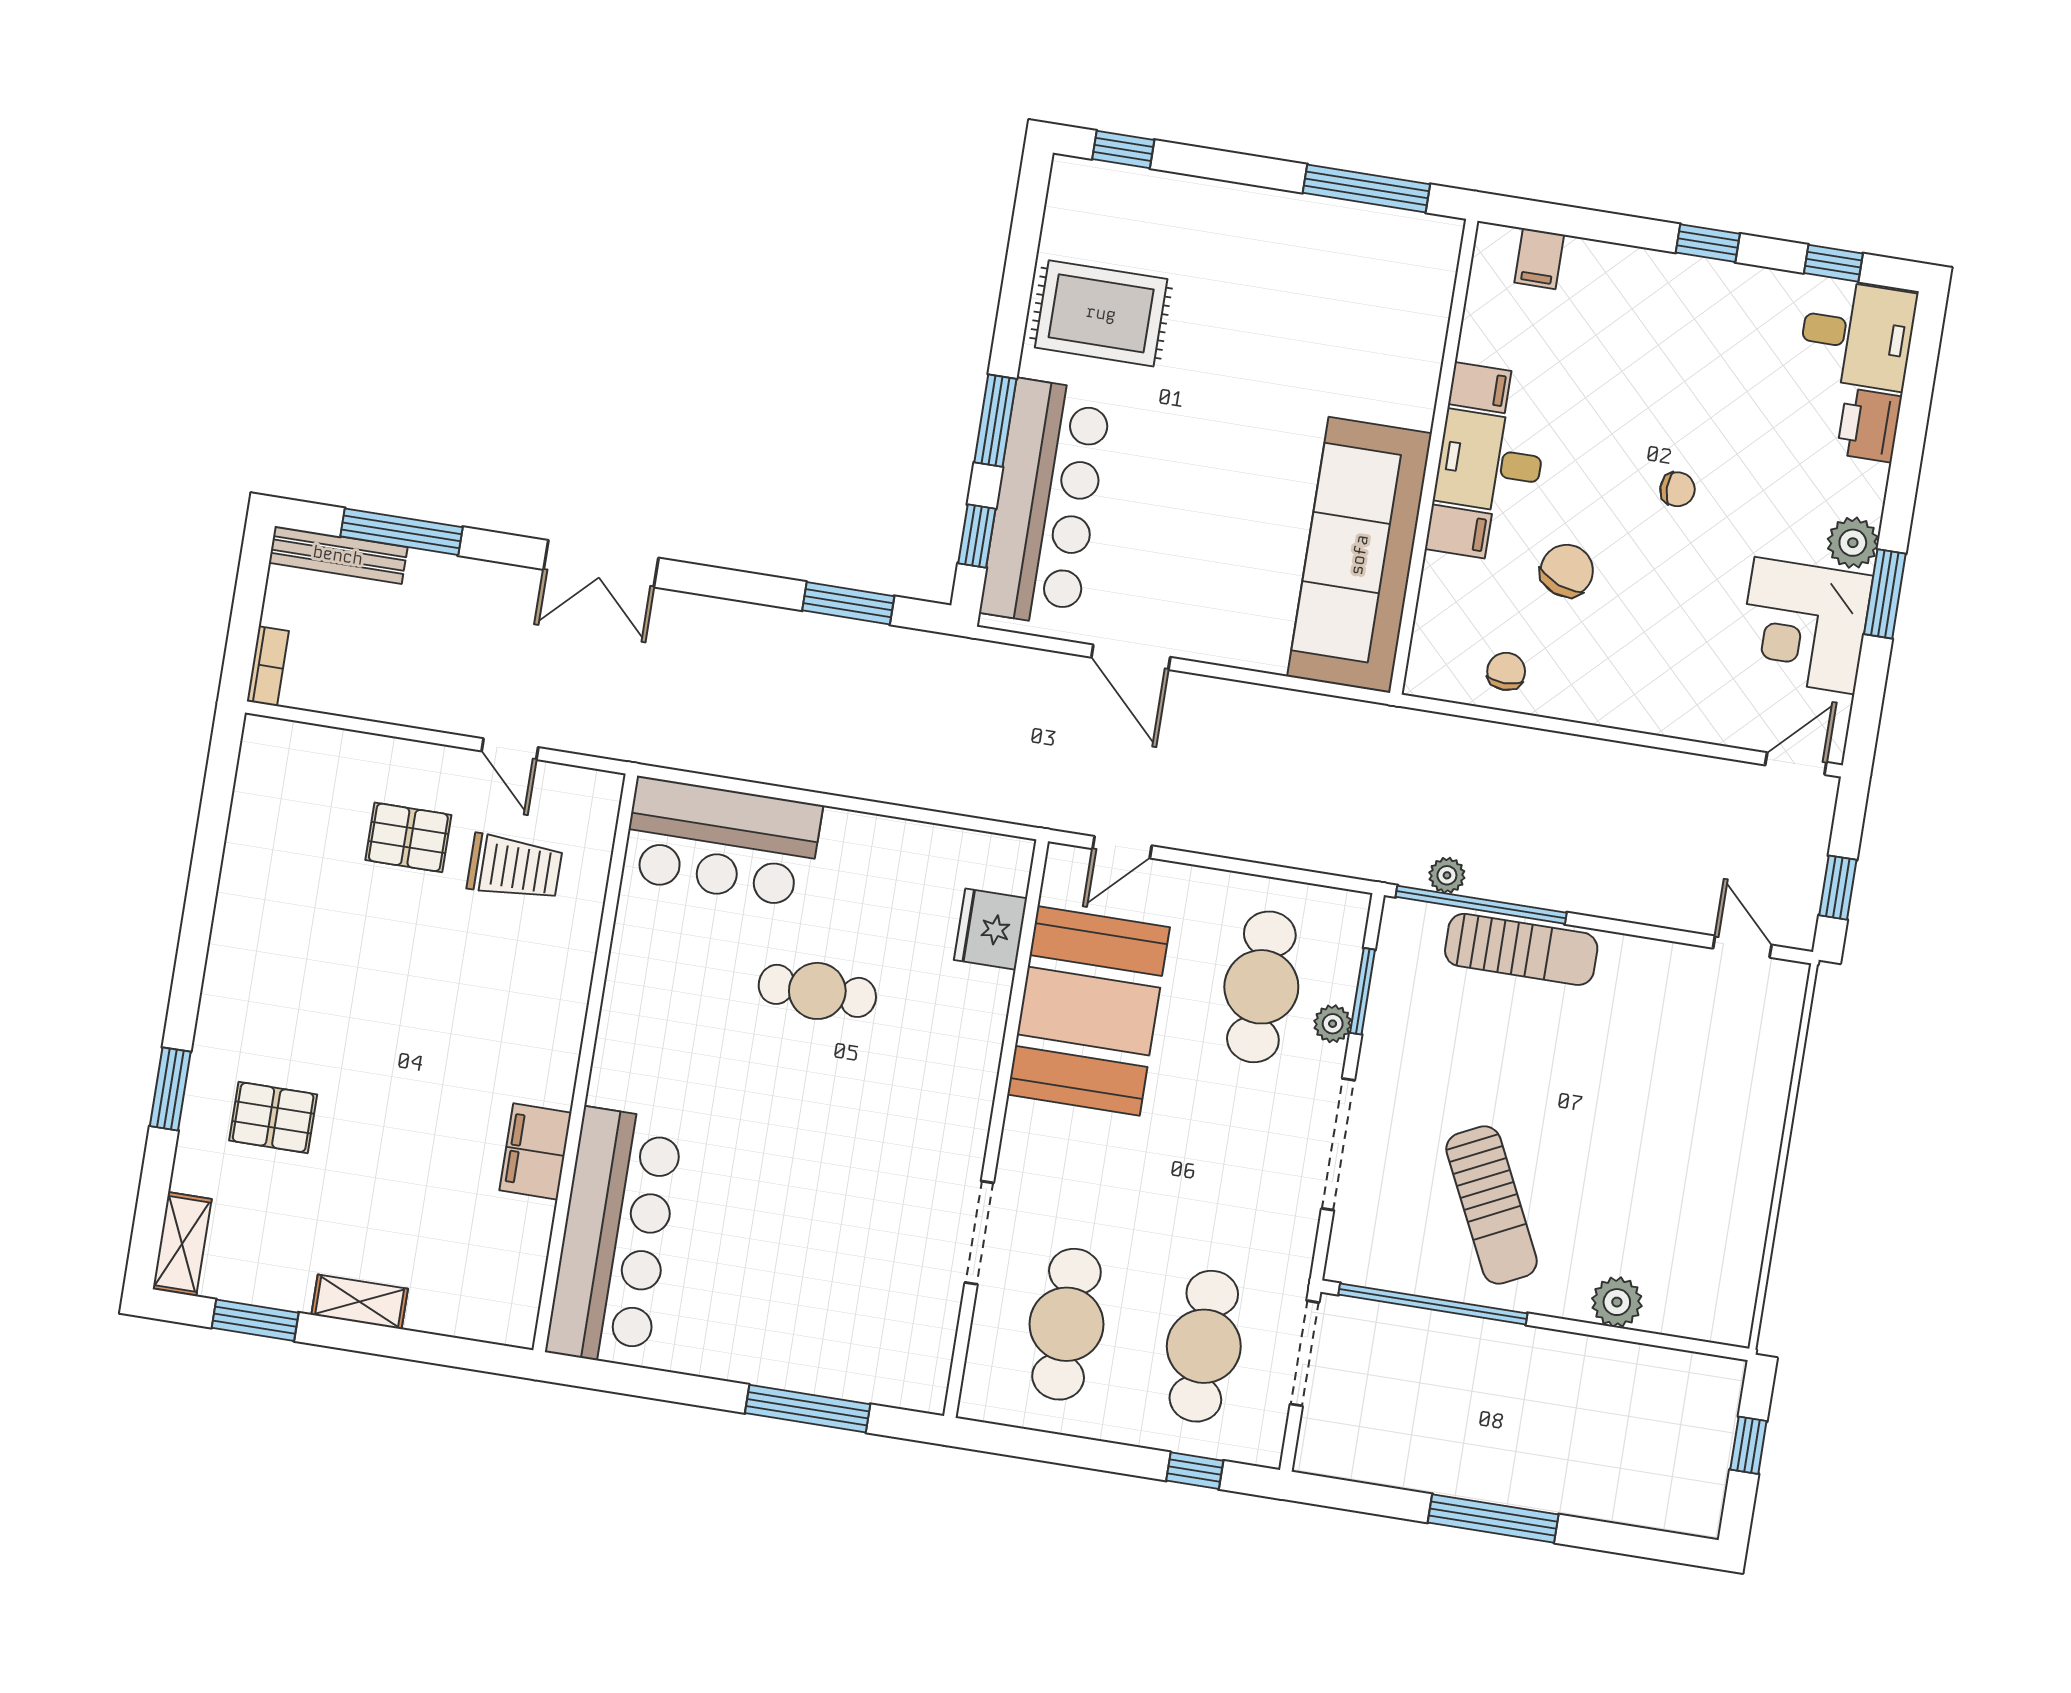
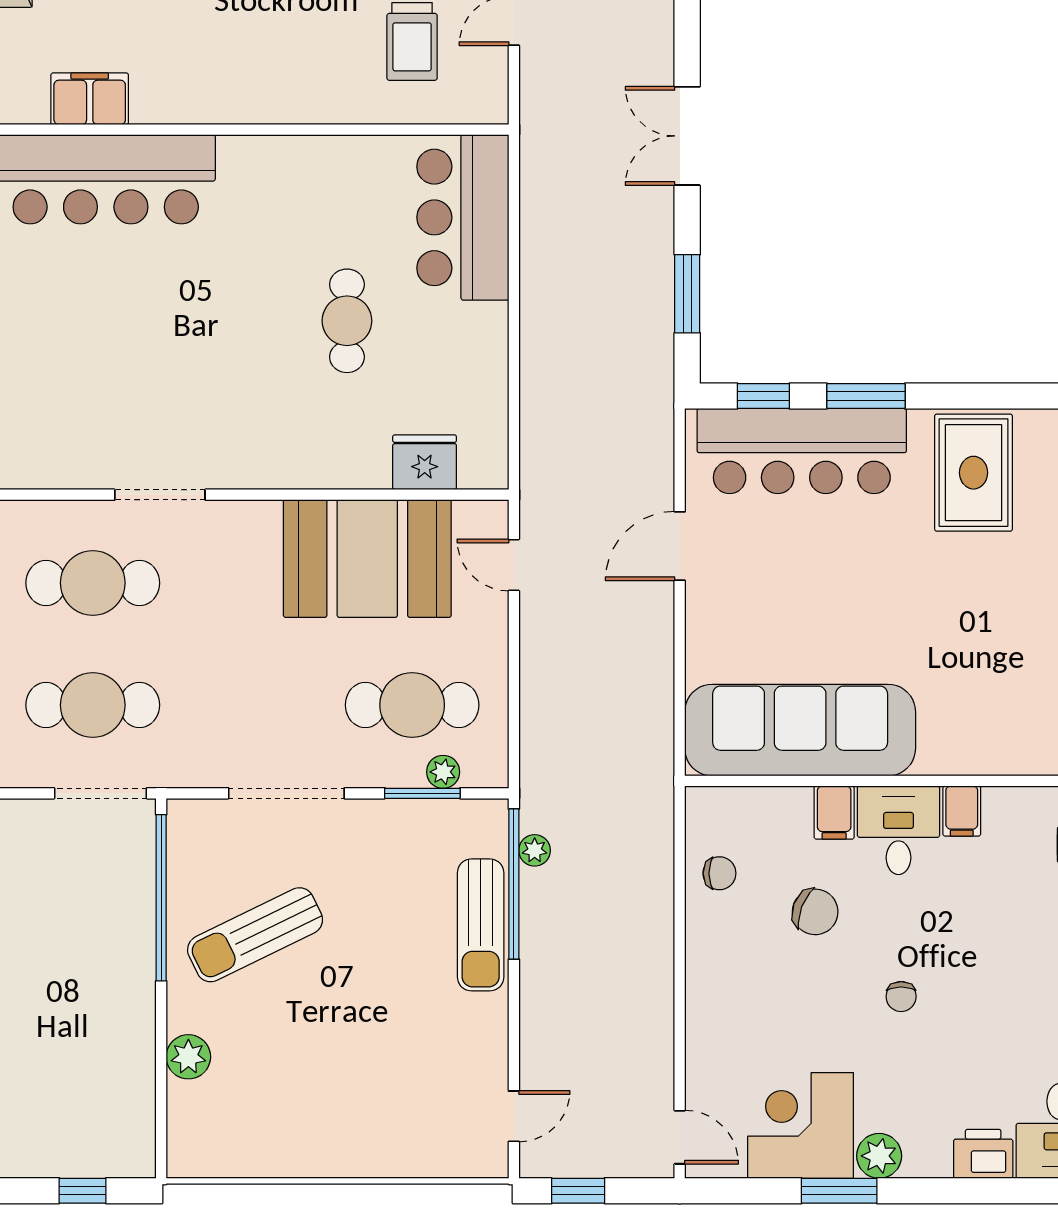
double door: (601, 564) -> (687, 136), moved
plant: (1333, 1024) -> (443, 772), moved
filing cabinet: (535, 1151) -> (90, 99), moved

